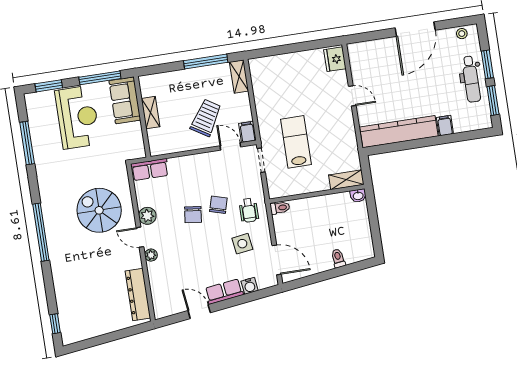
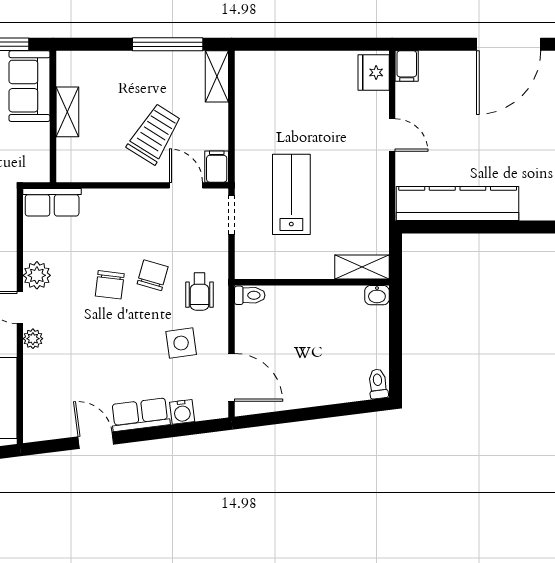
filing cabinet: (445, 126) -> (407, 66), moved, turned 180
toilet: (338, 258) -> (378, 384), moved

